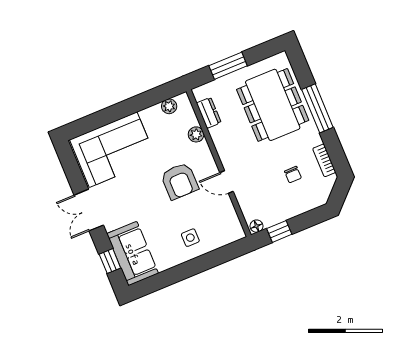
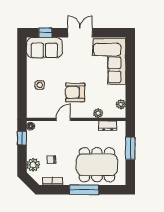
plant: (312, 199) -> (33, 165), added

